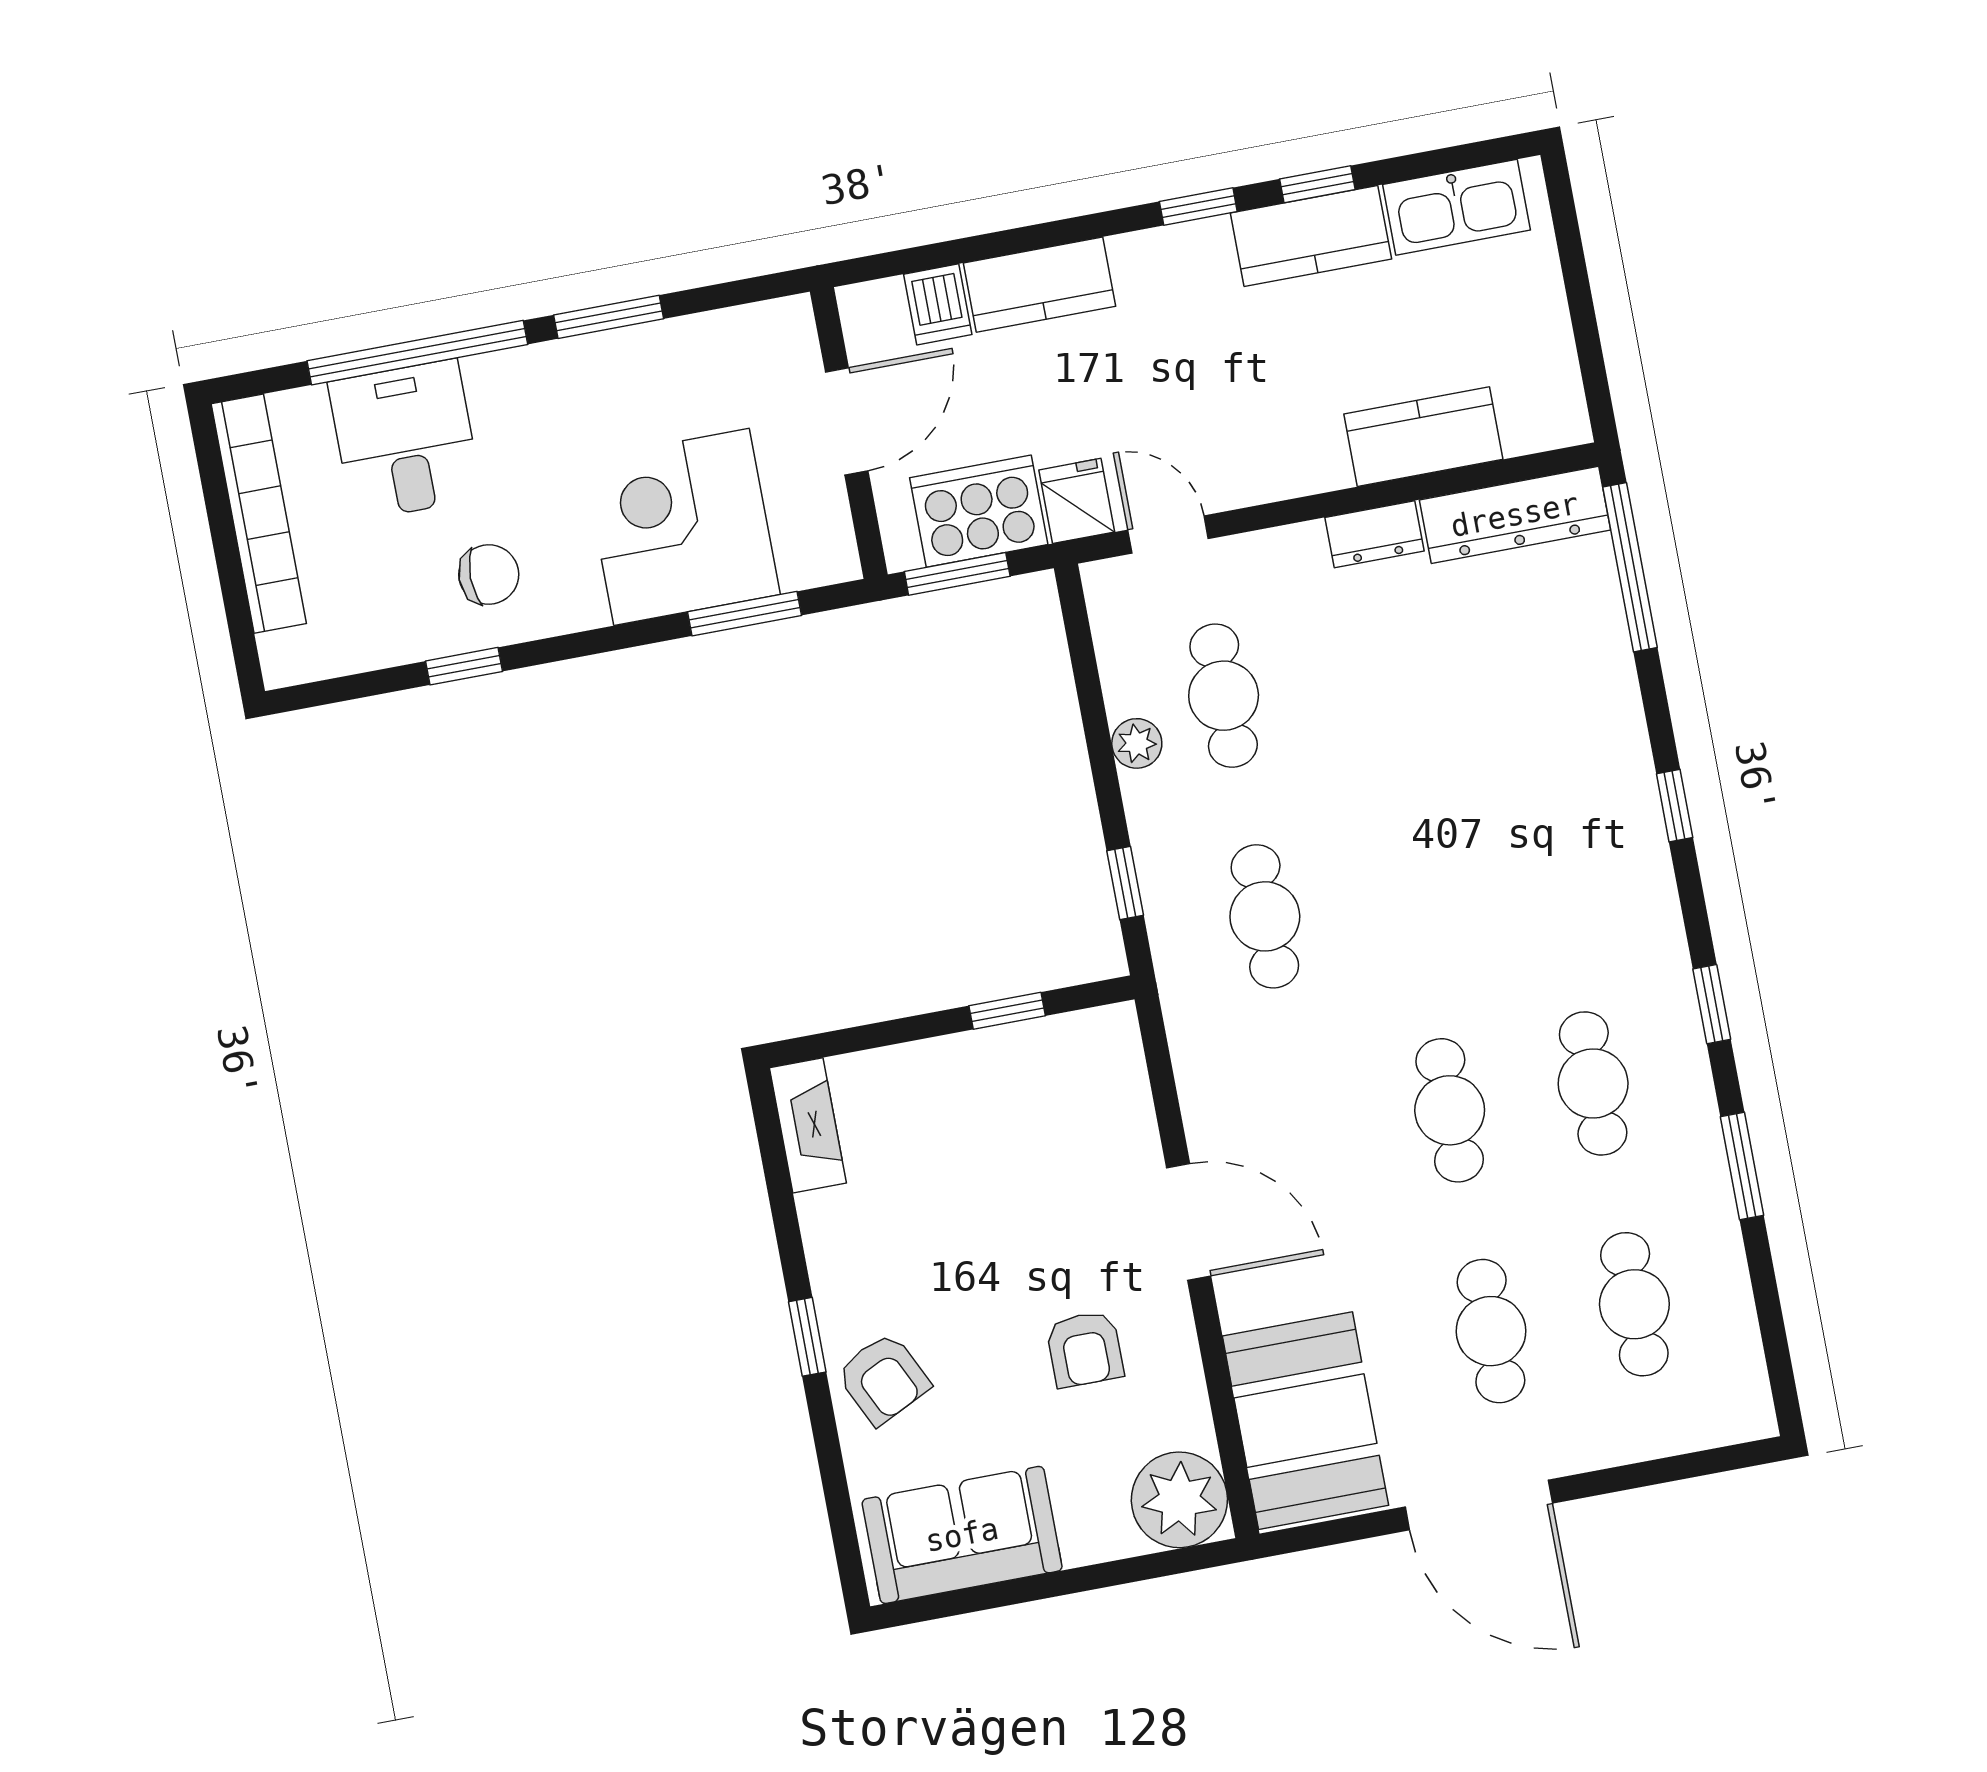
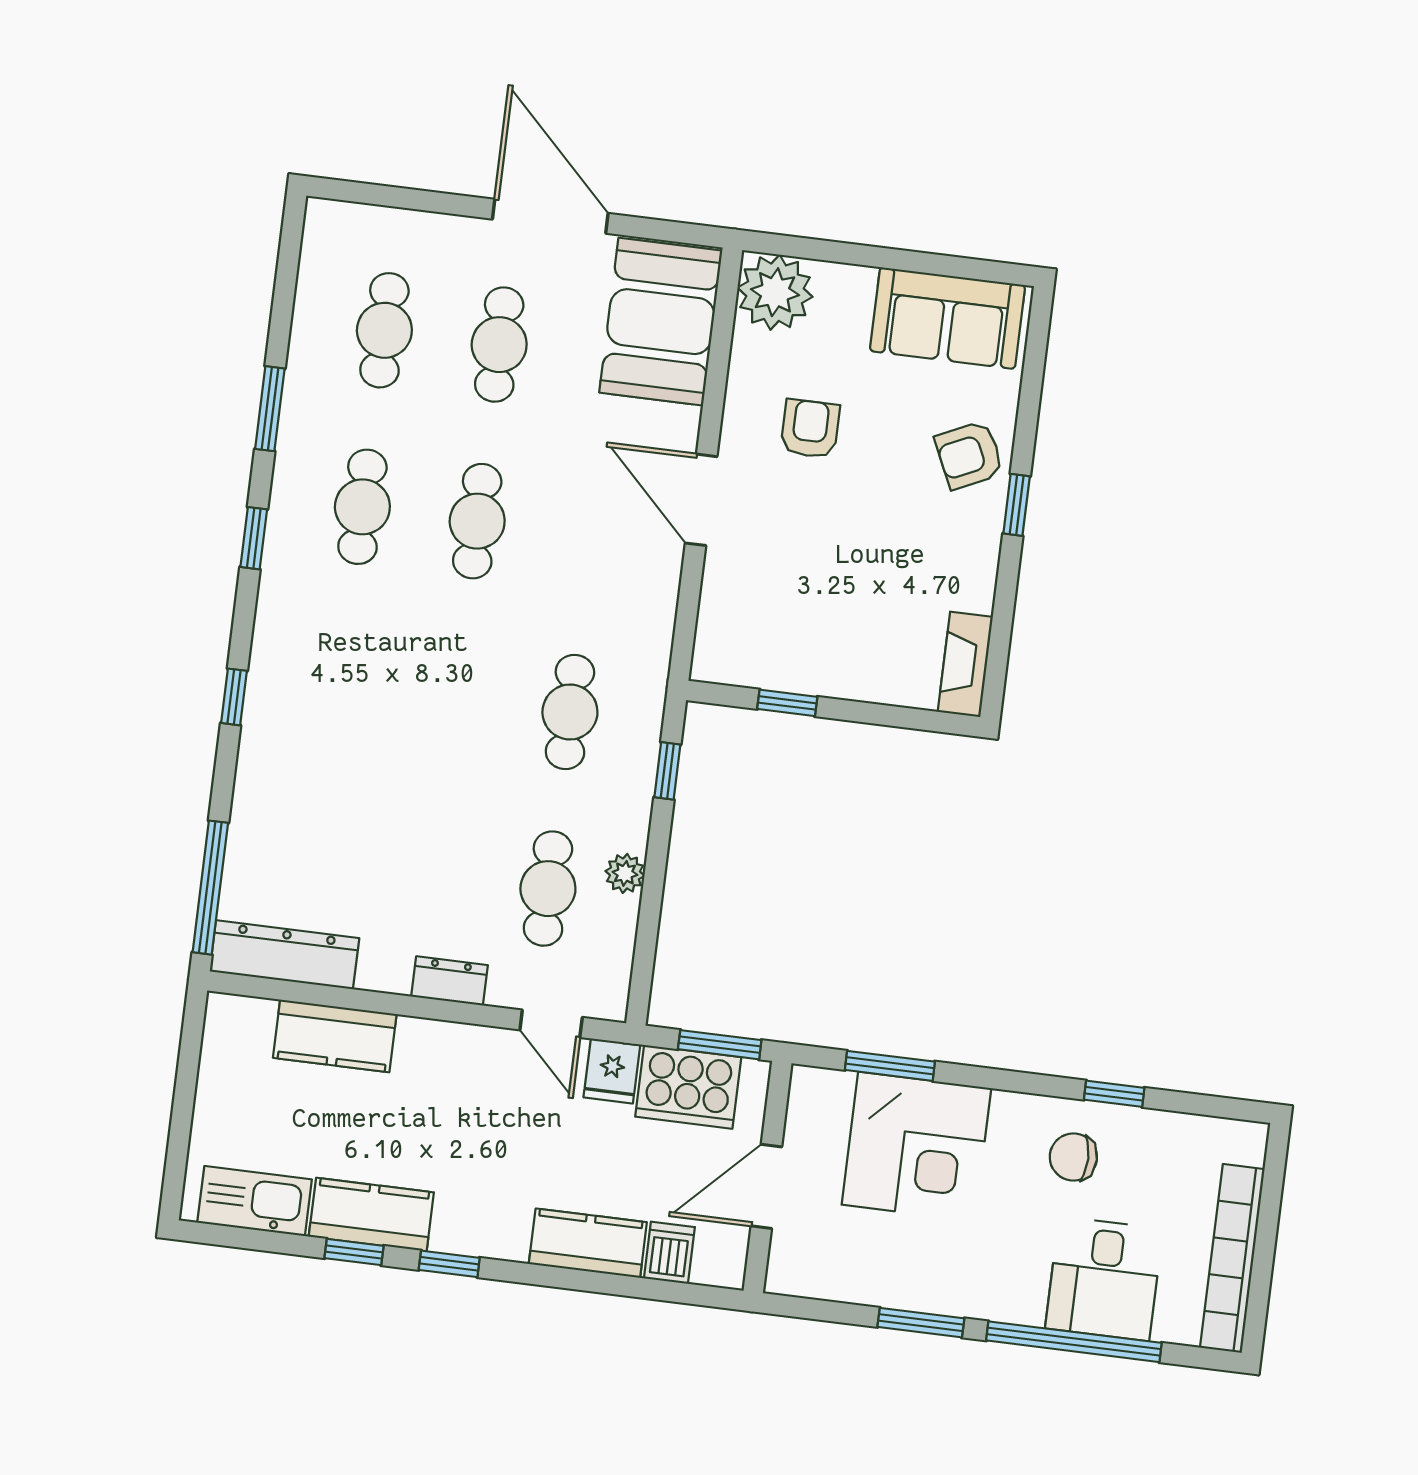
dresser: (1375, 534) -> (449, 981), moved
armchair: (883, 1379) -> (969, 455), turned -89

